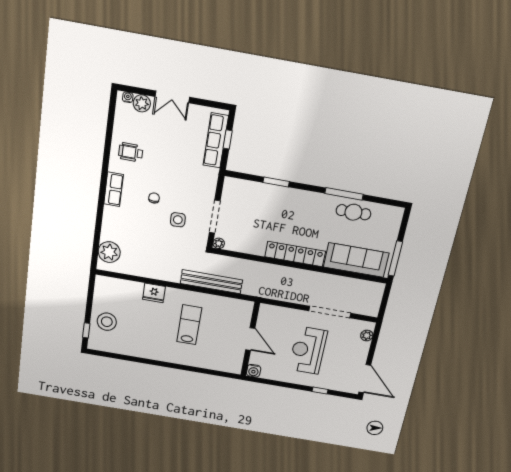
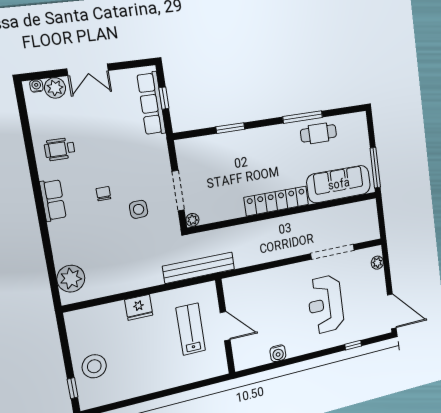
door: (250, 339) -> (225, 326), moved
wall: (250, 339) -> (225, 327), moved

